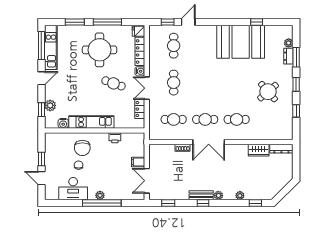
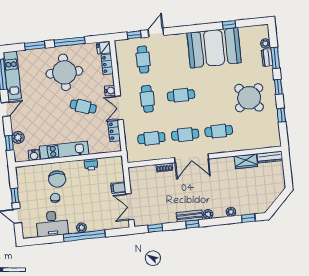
locker: (140, 51) -> (107, 64), width x0.66
cafe table: (205, 83) -> (181, 95), added
round table: (268, 92) -> (249, 98), width x1.36, depth x1.36

